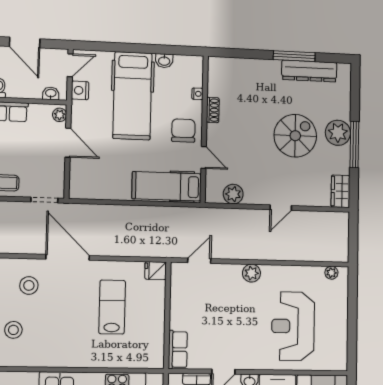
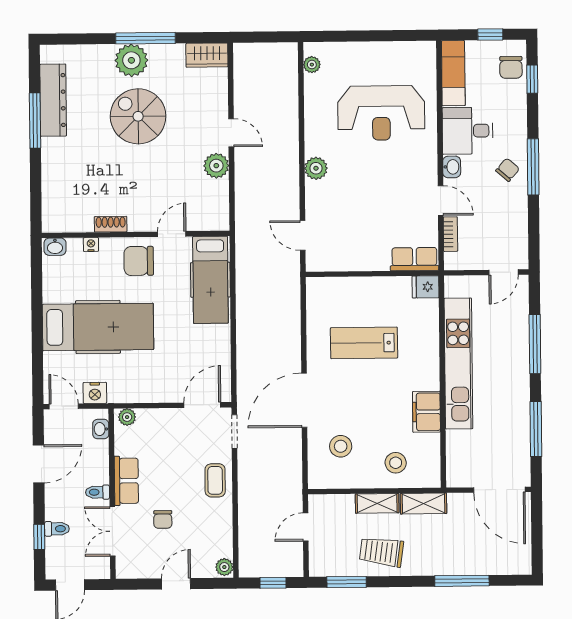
washbasin: (164, 61) -> (55, 247), moved, turned 90
door: (68, 143) -> (202, 405), moved
plant: (233, 194) -> (216, 166), moved
fridge: (156, 271) -> (426, 287), moved, turned 90
filing cabinet: (54, 356) -> (426, 412), added

